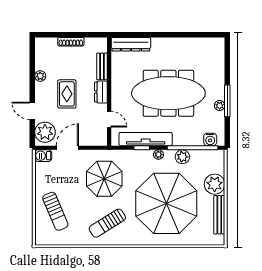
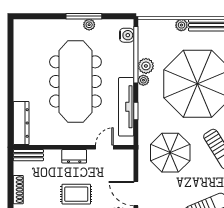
bench: (102, 66) -> (28, 155), moved
plant: (158, 155) -> (143, 80), moved
plant: (215, 184) -> (181, 25), width x0.53, depth x0.53

